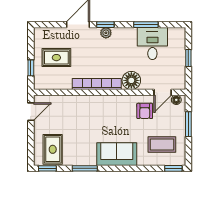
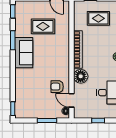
rug: (56, 58) -> (98, 18), turned 90
coffee table: (162, 145) -> (31, 100), removed
rug: (53, 149) -> (43, 26), moved
sofa: (117, 154) -> (24, 53), moved

